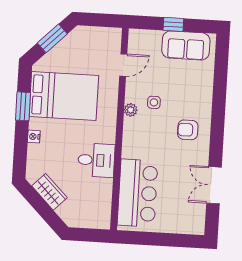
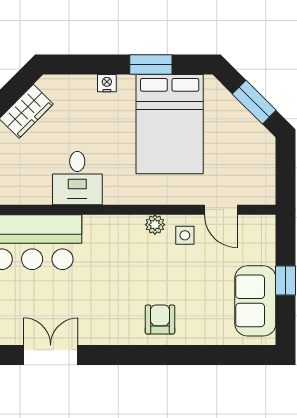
side table: (154, 102) -> (185, 235), moved
armchair: (188, 130) -> (160, 319), moved

